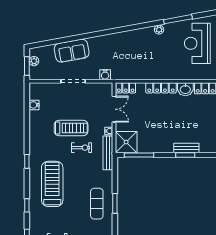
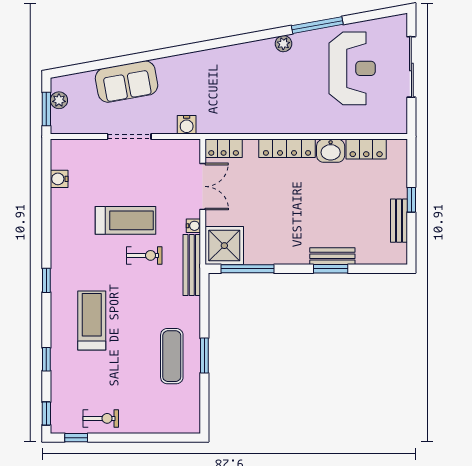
reception desk: (197, 43) -> (352, 68), turned 180
treadmill: (52, 184) -> (92, 321), width x0.73, depth x0.73

